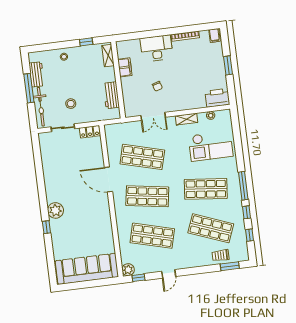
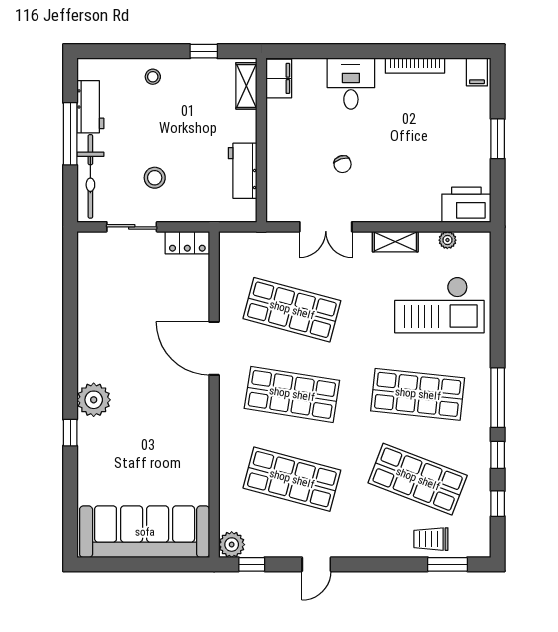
desk: (157, 48) -> (351, 84), width x0.73
filing cabinet: (125, 67) -> (279, 78), moved

